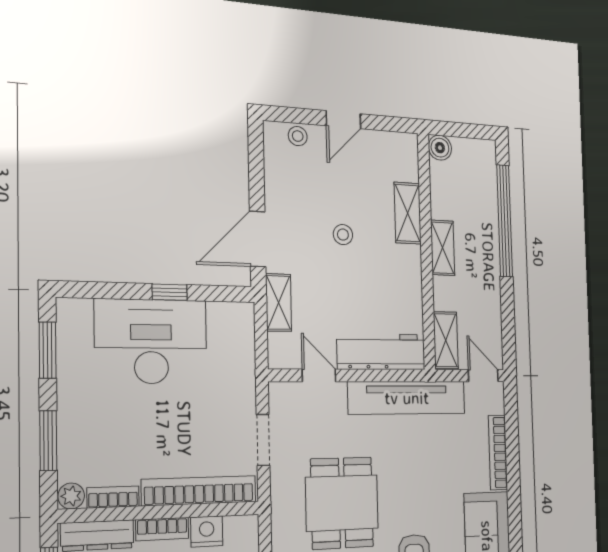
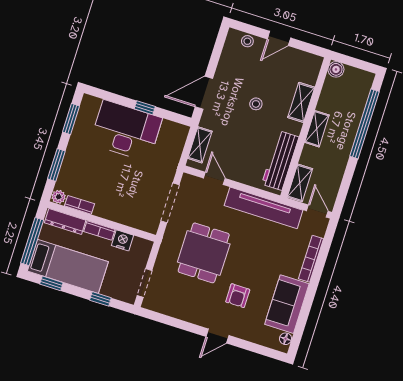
shelving: (279, 303) -> (200, 145), moved
workbench: (381, 352) -> (280, 161), moved, turned -90
doorway: (263, 440) -> (170, 203), width x1.38
bookcase: (199, 491) -> (126, 218), removed

